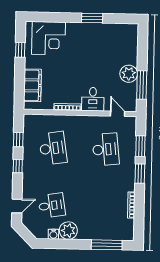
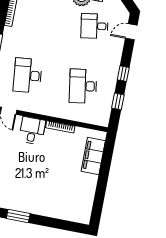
corner desk: (48, 38) -> (68, 203), removed
window: (20, 50) -> (100, 196), removed

